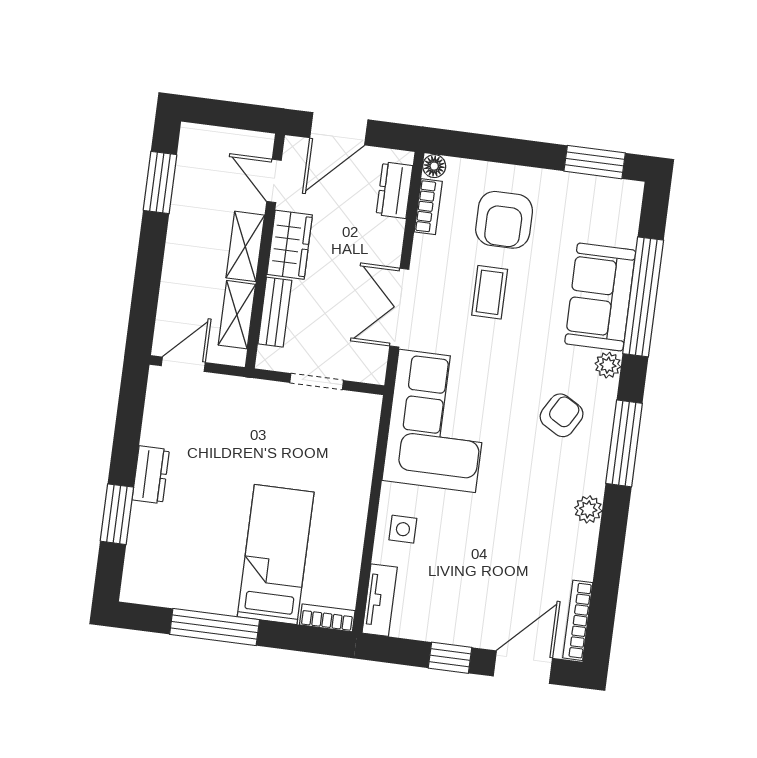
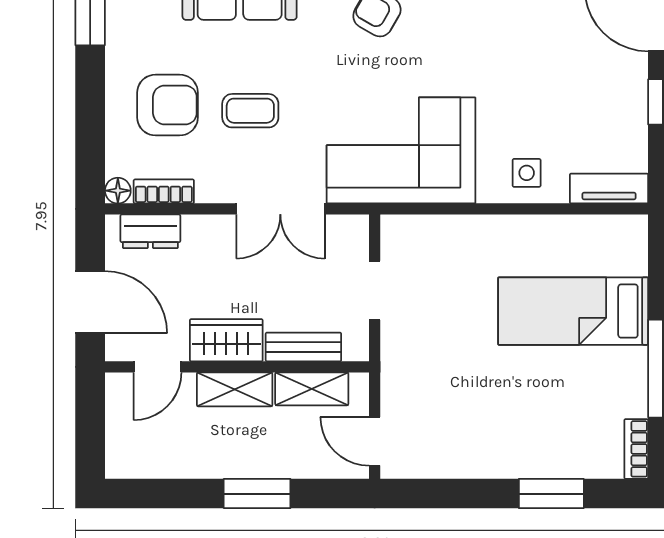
window: (160, 183) -> (257, 494), moved
dresser: (151, 475) -> (503, 462), removed
bookcase: (327, 618) -> (636, 449), moved

